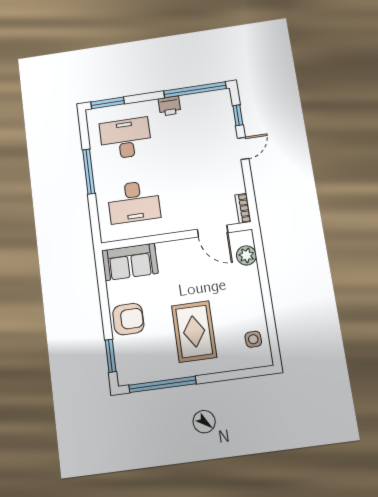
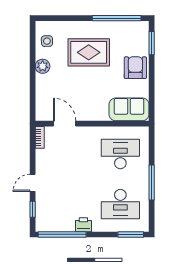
plant: (246, 255) -> (43, 66), moved
armchair: (128, 319) -> (135, 68), turned 90
rug: (194, 331) -> (89, 52), turned 90

